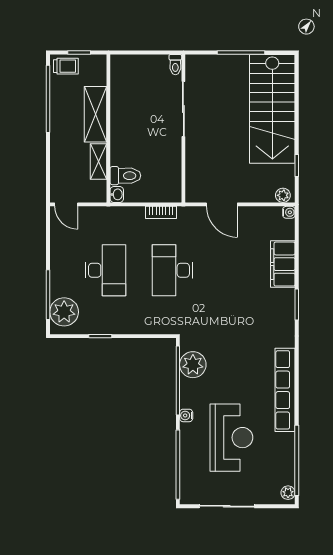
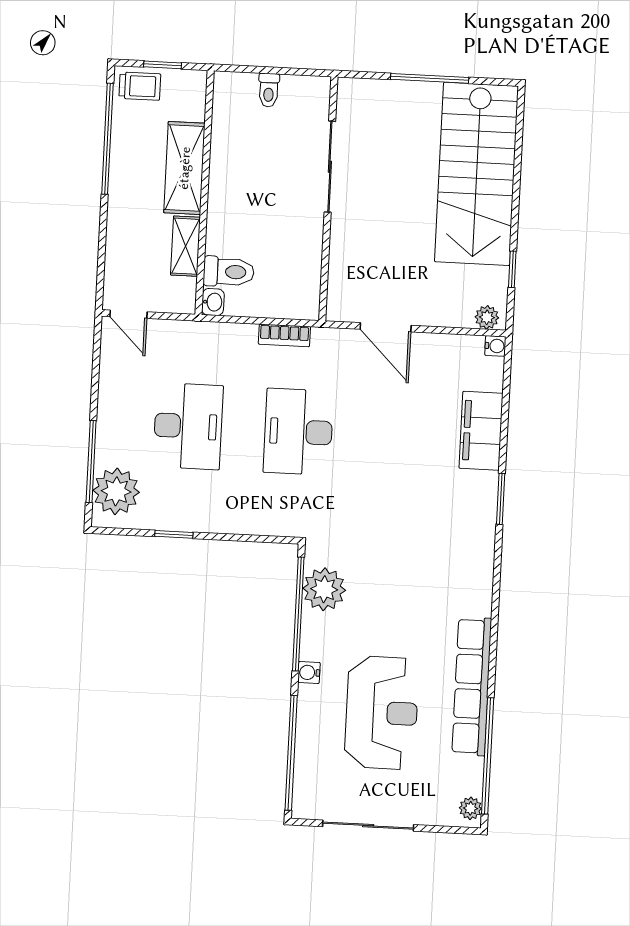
toilet: (175, 65) -> (269, 90), moved
row of seats: (285, 390) -> (472, 686), moved

